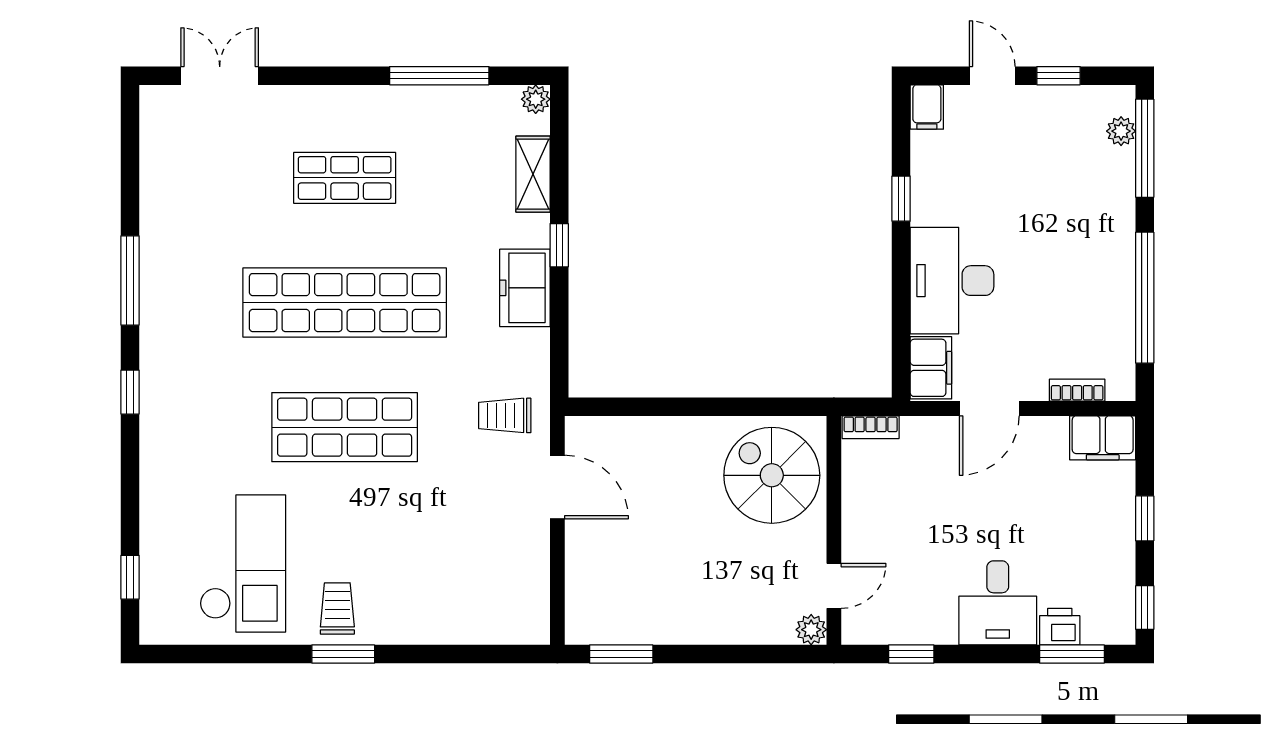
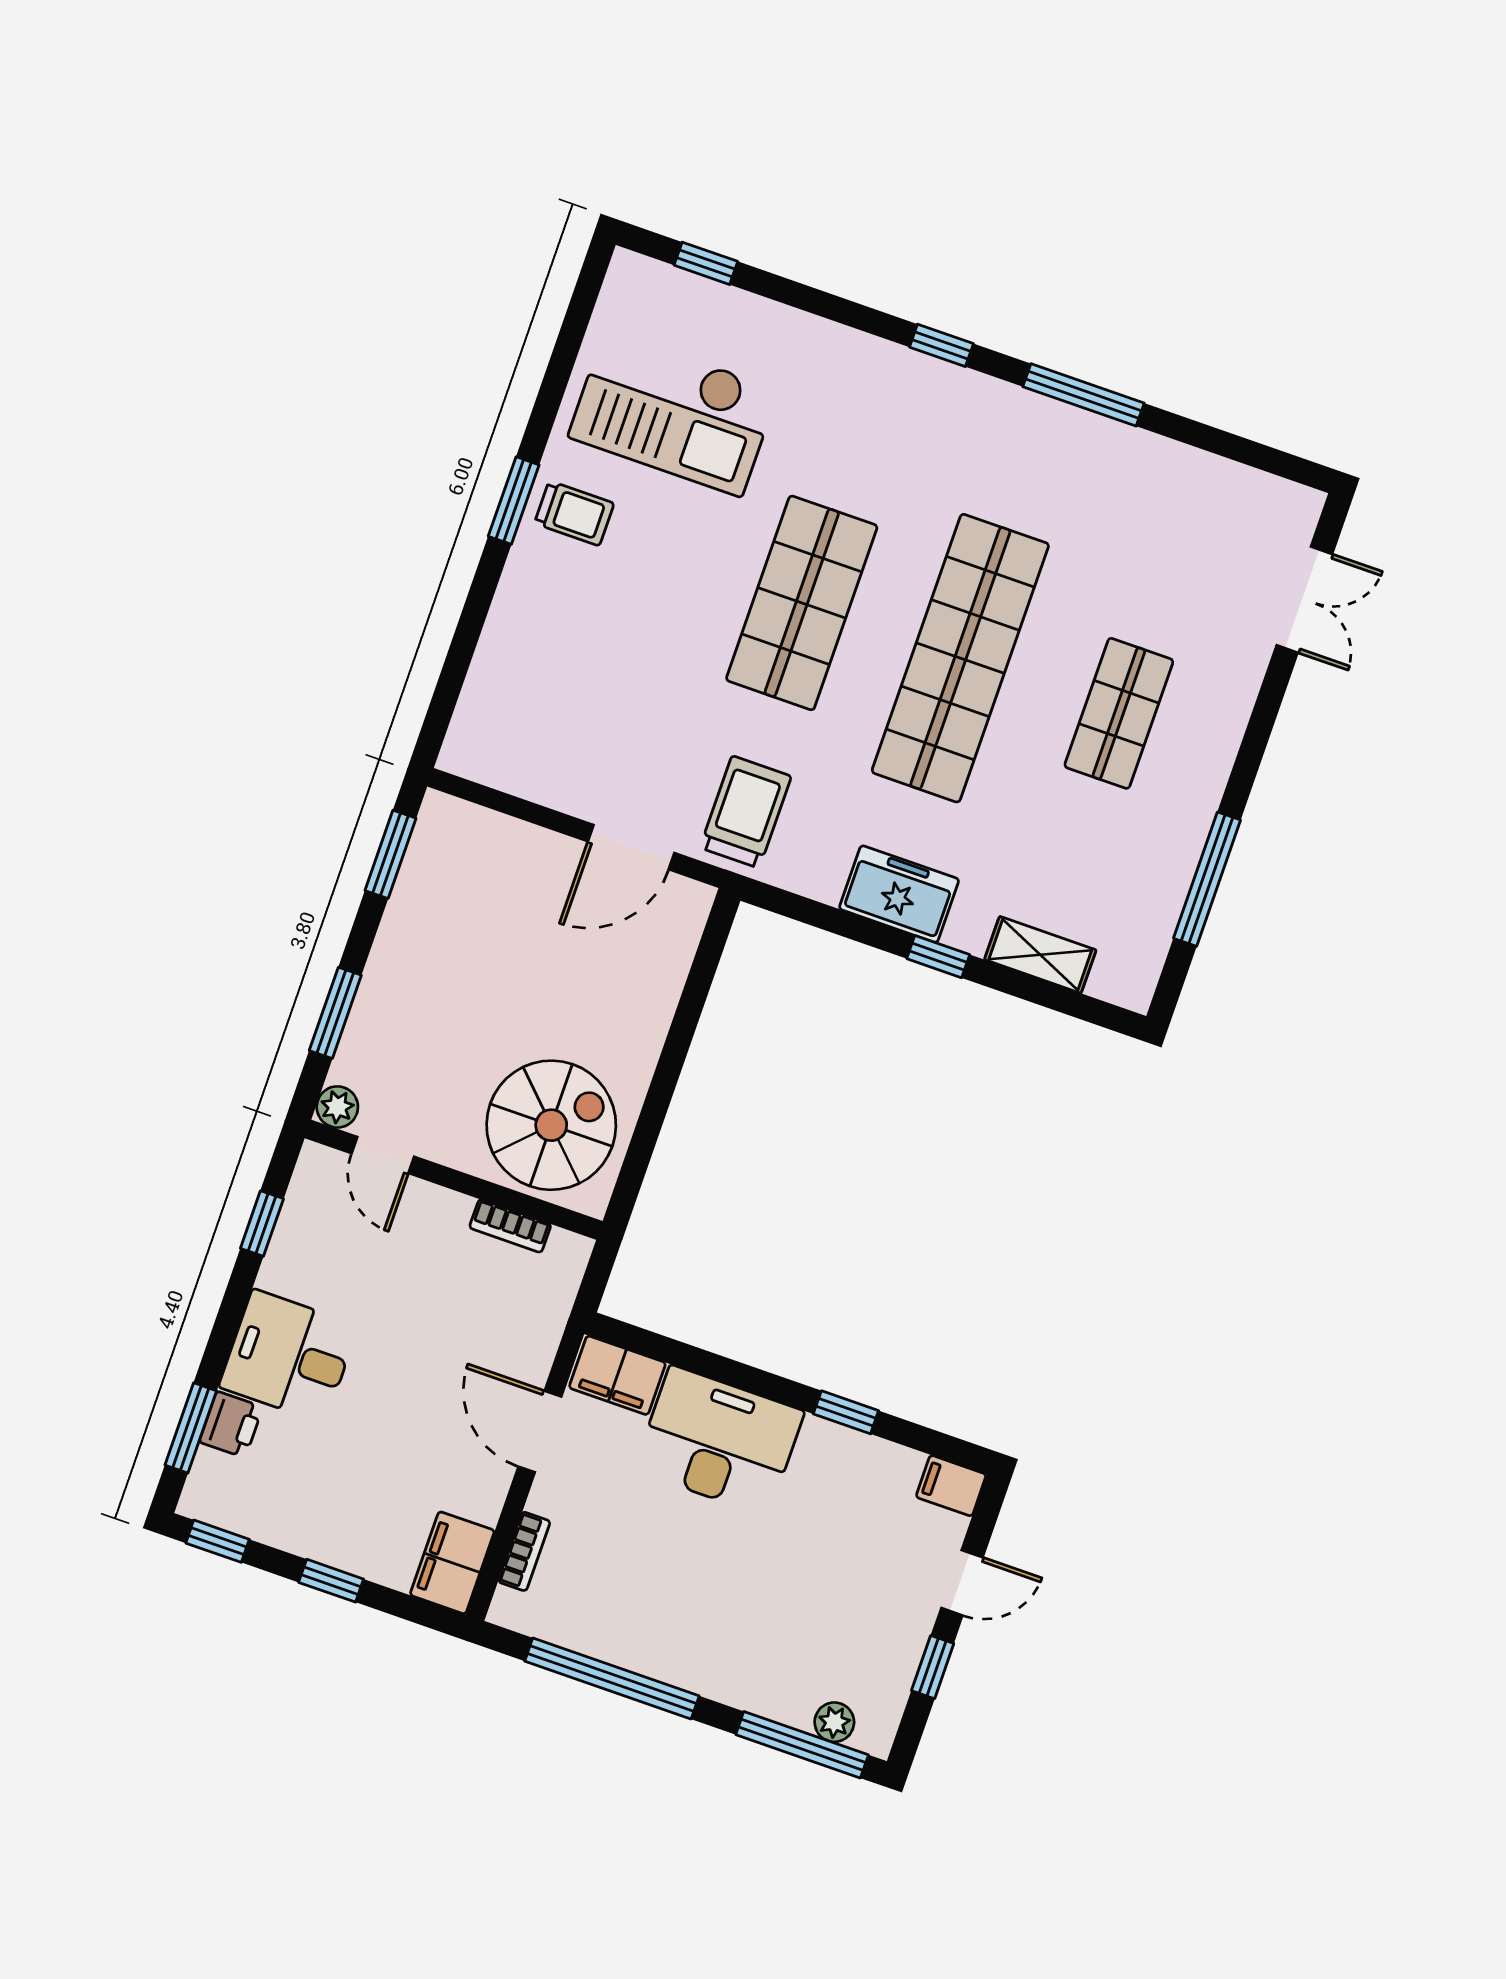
plant: (536, 99) -> (1134, 991), removed
trolley: (505, 415) -> (746, 812), width x1.36, depth x1.39
bookcase: (871, 427) -> (510, 1226), moved, turned -90
window: (746, 654) -> (335, 1013), added

